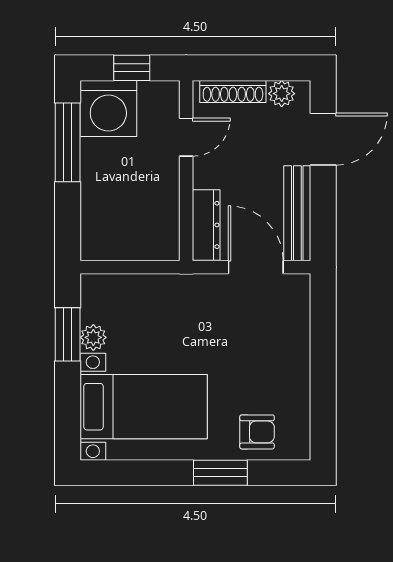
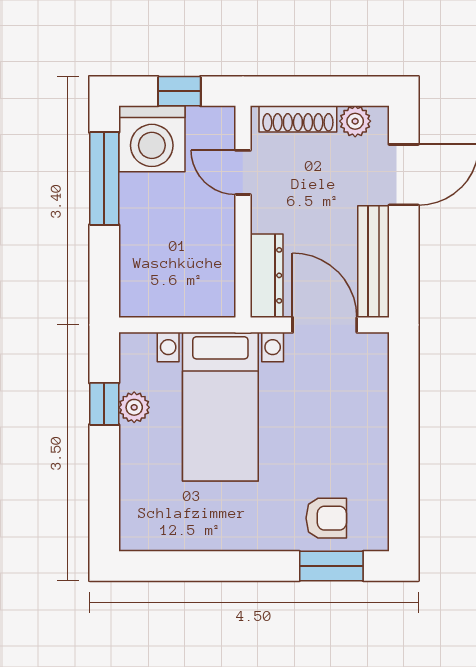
door: (186, 137) -> (243, 172), swing flipped
window: (68, 334) -> (104, 404), width x0.67
bed with nightstands: (144, 407) -> (220, 407), moved, turned 90
window: (220, 473) -> (331, 566), moved

